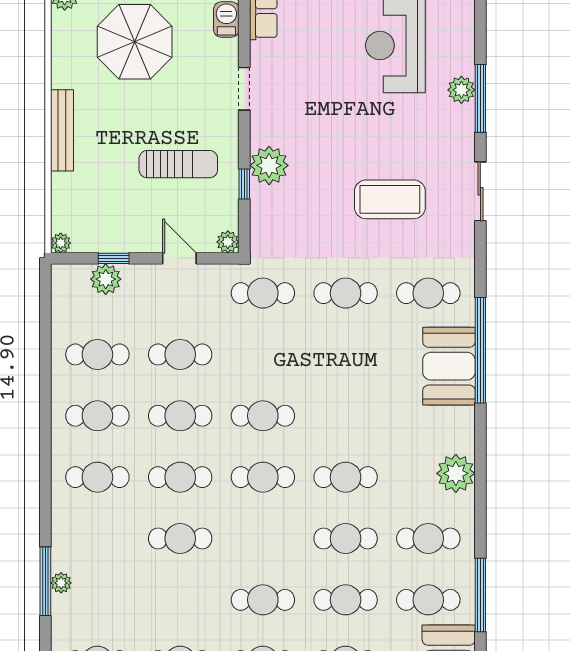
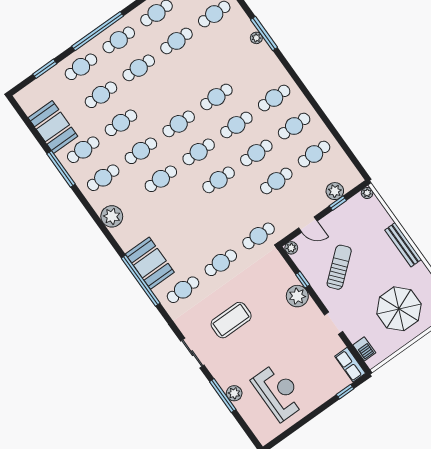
sun lounger: (178, 164) -> (339, 267), turned 140
cafe table: (263, 600) -> (179, 124), moved

